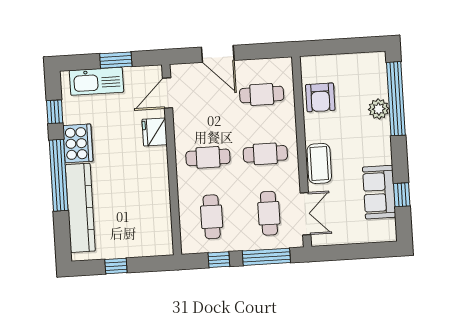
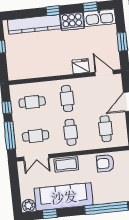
kitchen sink: (96, 81) -> (99, 18), moved, turned -90
plant: (379, 109) -> (29, 205), moved
window: (59, 175) -> (53, 11), width x0.32
sofa: (379, 192) -> (64, 197), width x1.85, depth x1.27

